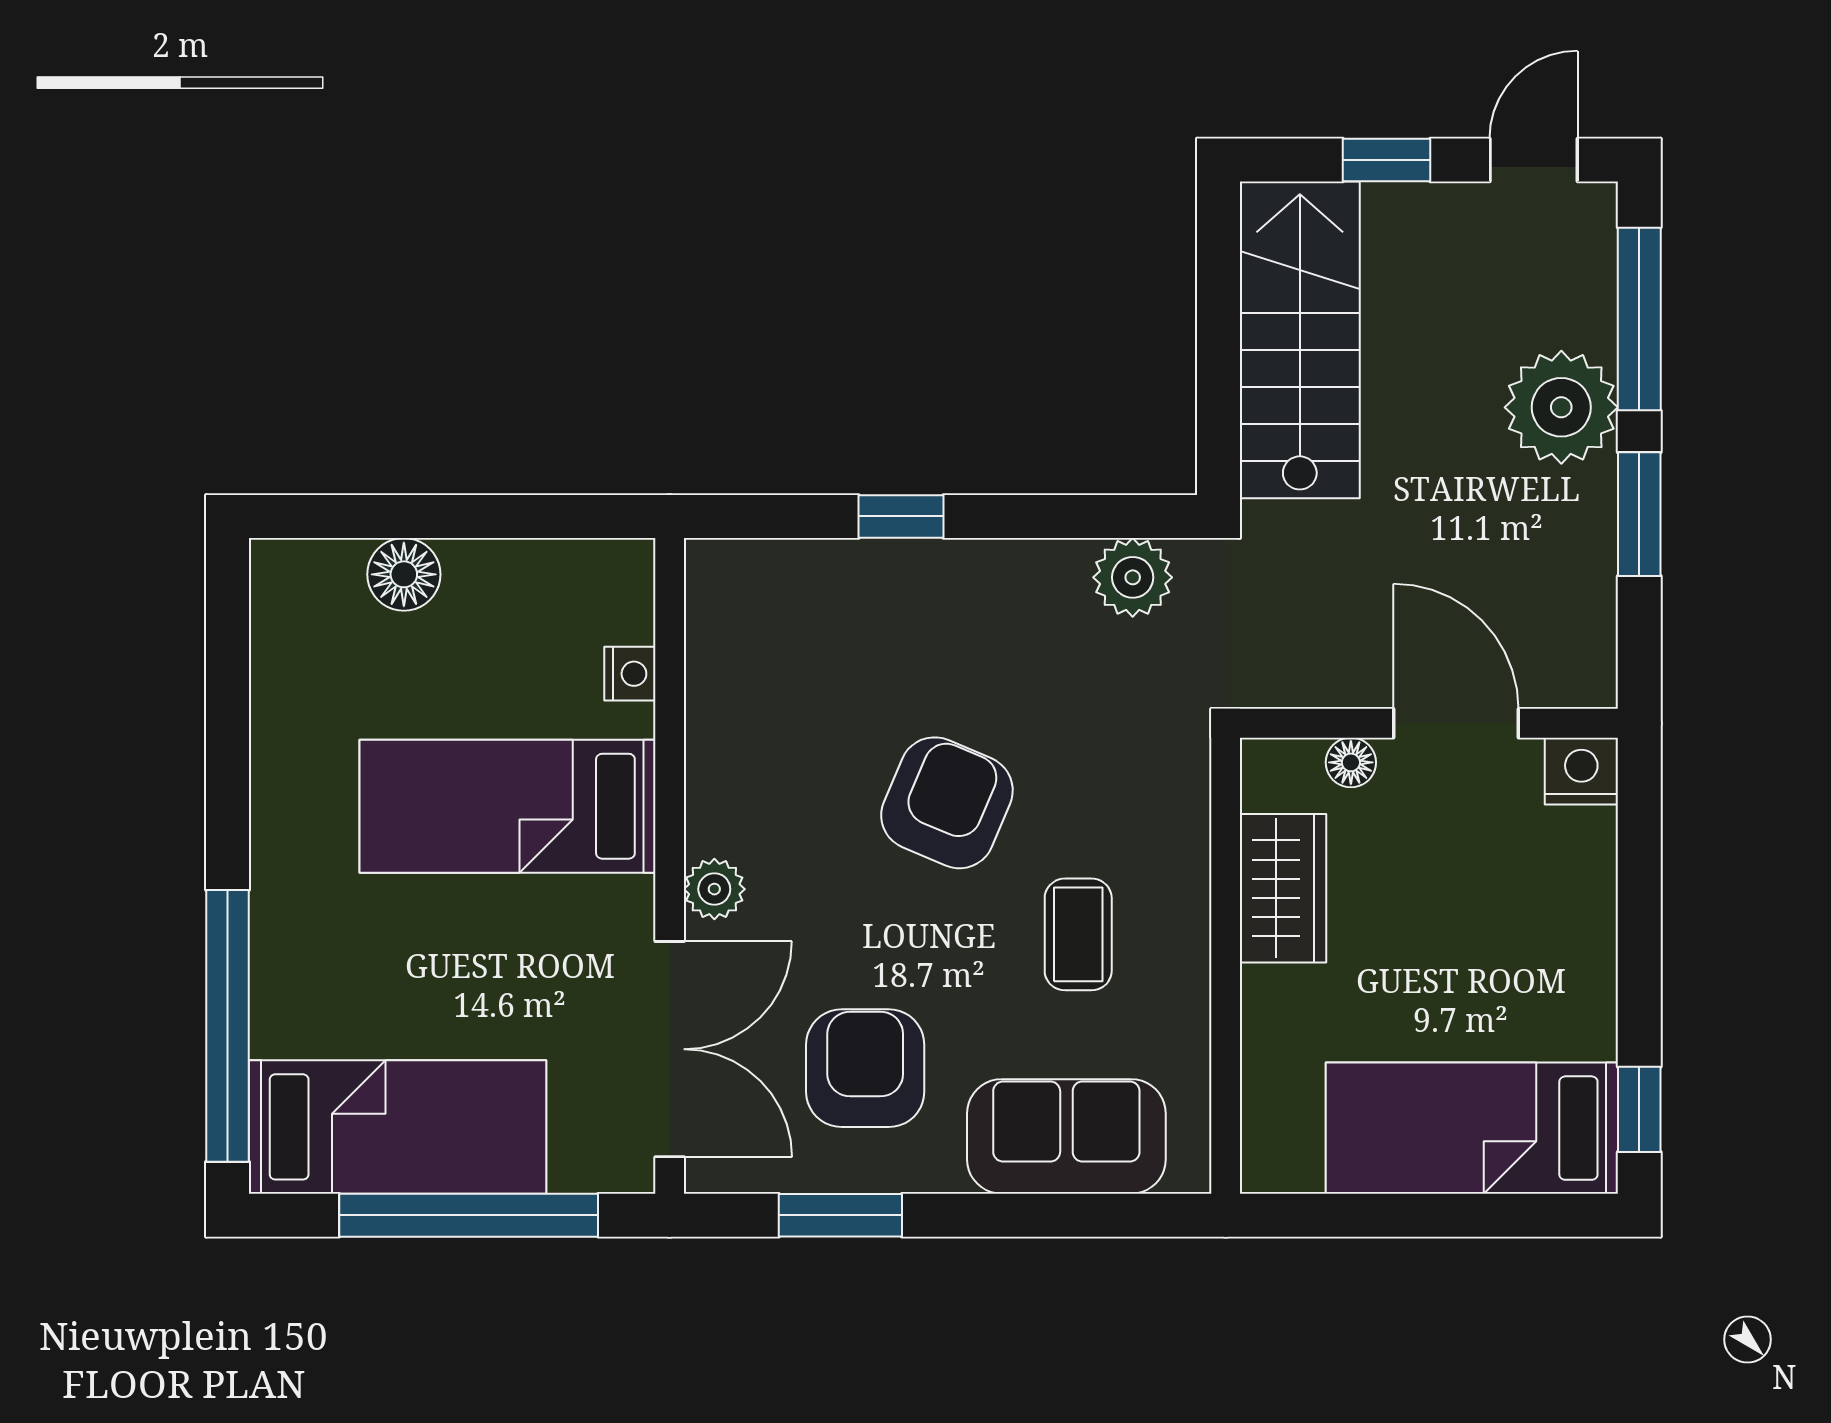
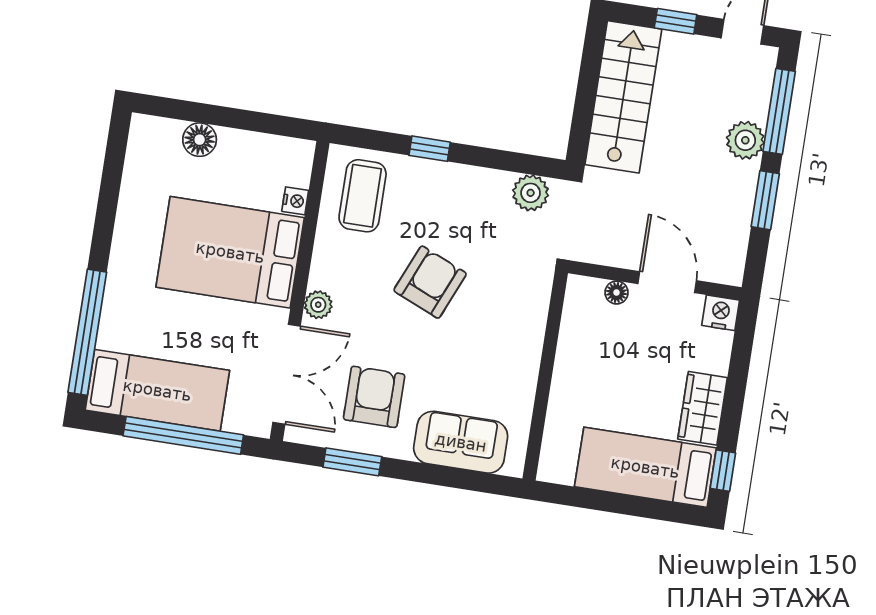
plant: (1561, 407) -> (745, 140), width x0.73, depth x0.73
bed: (508, 806) -> (230, 252), width x1.50
wardrobe: (1283, 888) -> (703, 408), moved, turned 180
coffee table: (1078, 934) -> (363, 196), moved, width x1.36, depth x1.30

